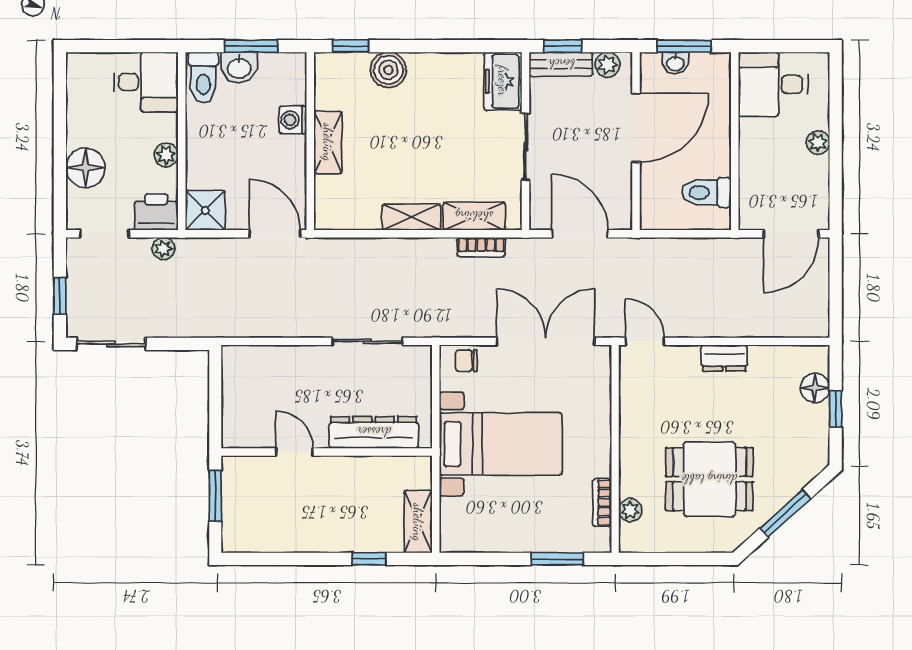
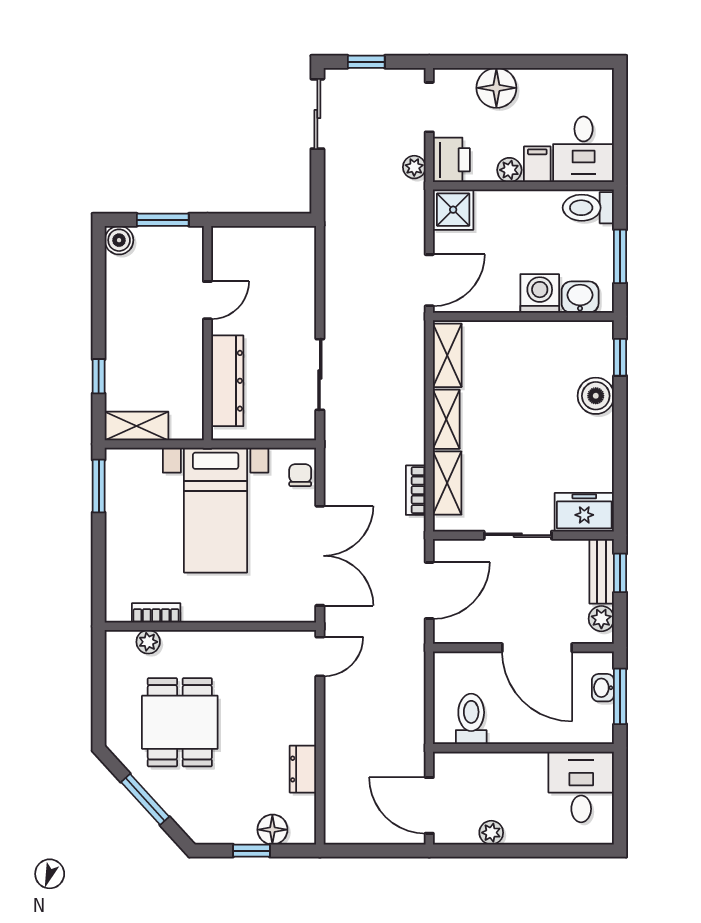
washbasin: (239, 67) -> (580, 297), moved, turned 90
washing machine: (293, 120) -> (540, 293), width x1.38, depth x1.38
filing cabinet: (161, 128) -> (537, 164), added
shelving: (328, 142) -> (447, 355), moved, turned 90
plant: (818, 143) -> (491, 833), moved
dresser: (724, 358) -> (303, 769), moved
boiler: (235, 539) -> (119, 240), added
window: (557, 559) -> (99, 486), moved

